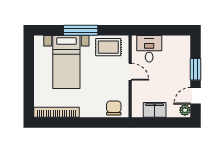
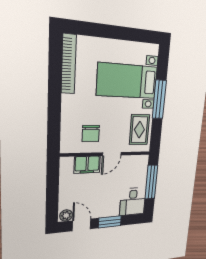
window: (159, 30) -> (151, 182), added
desk: (149, 49) -> (133, 202), moved, turned 90
chair: (114, 108) -> (91, 134), moved, turned 90
filing cabinet: (155, 110) -> (87, 165), moved, turned 90

